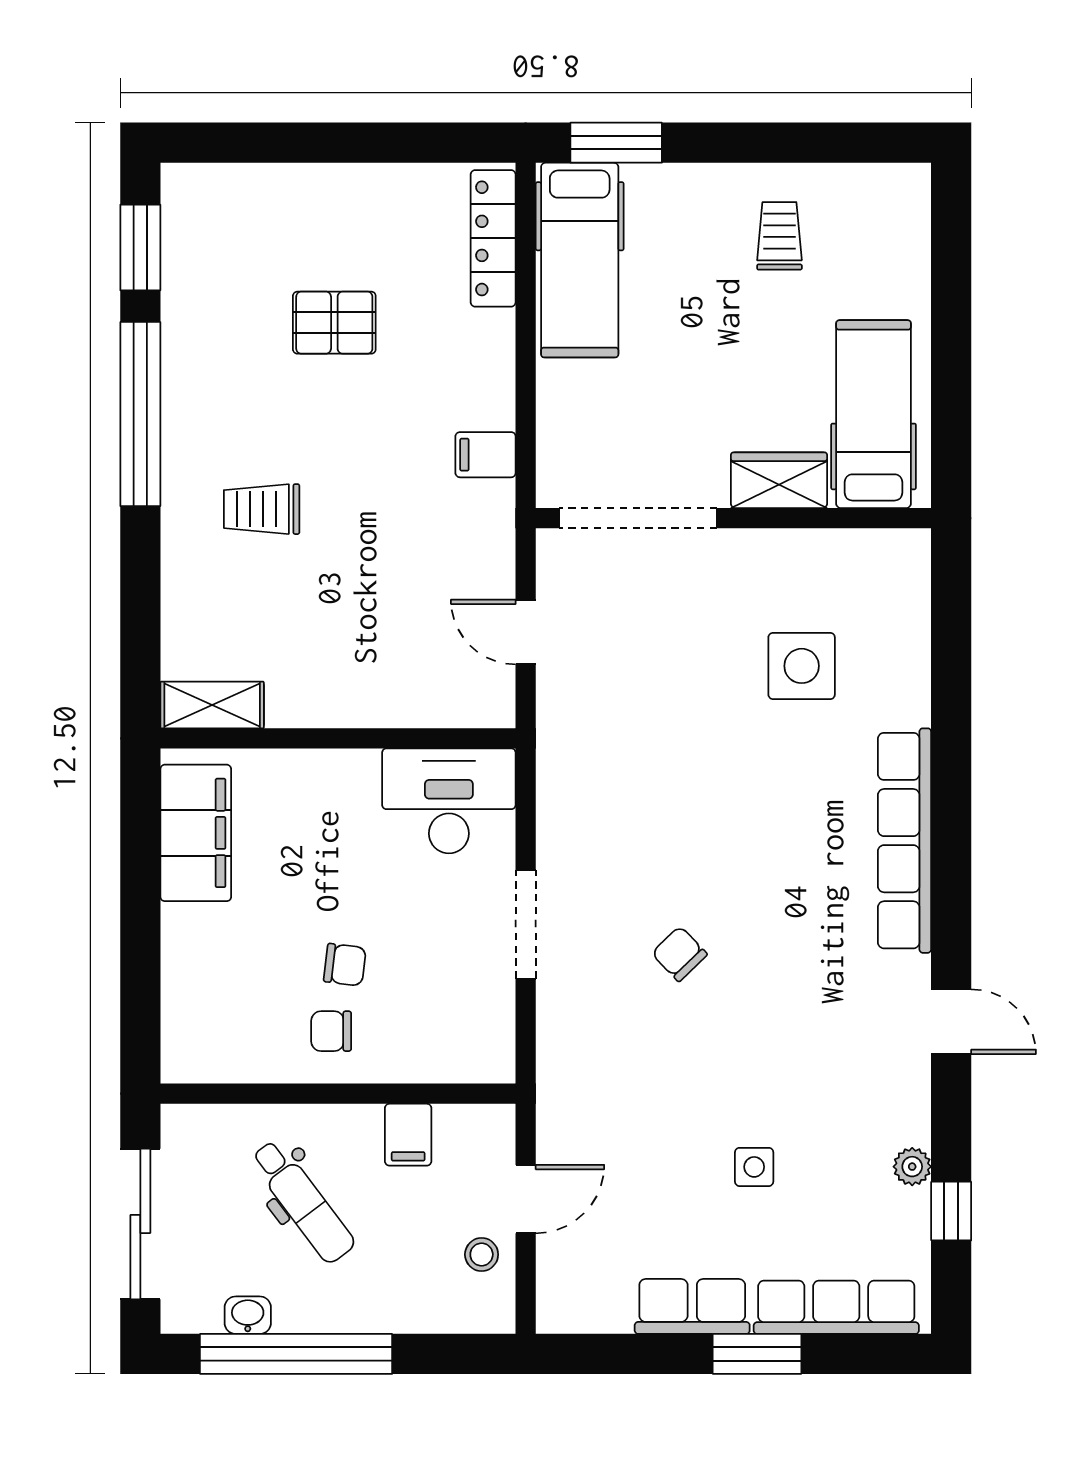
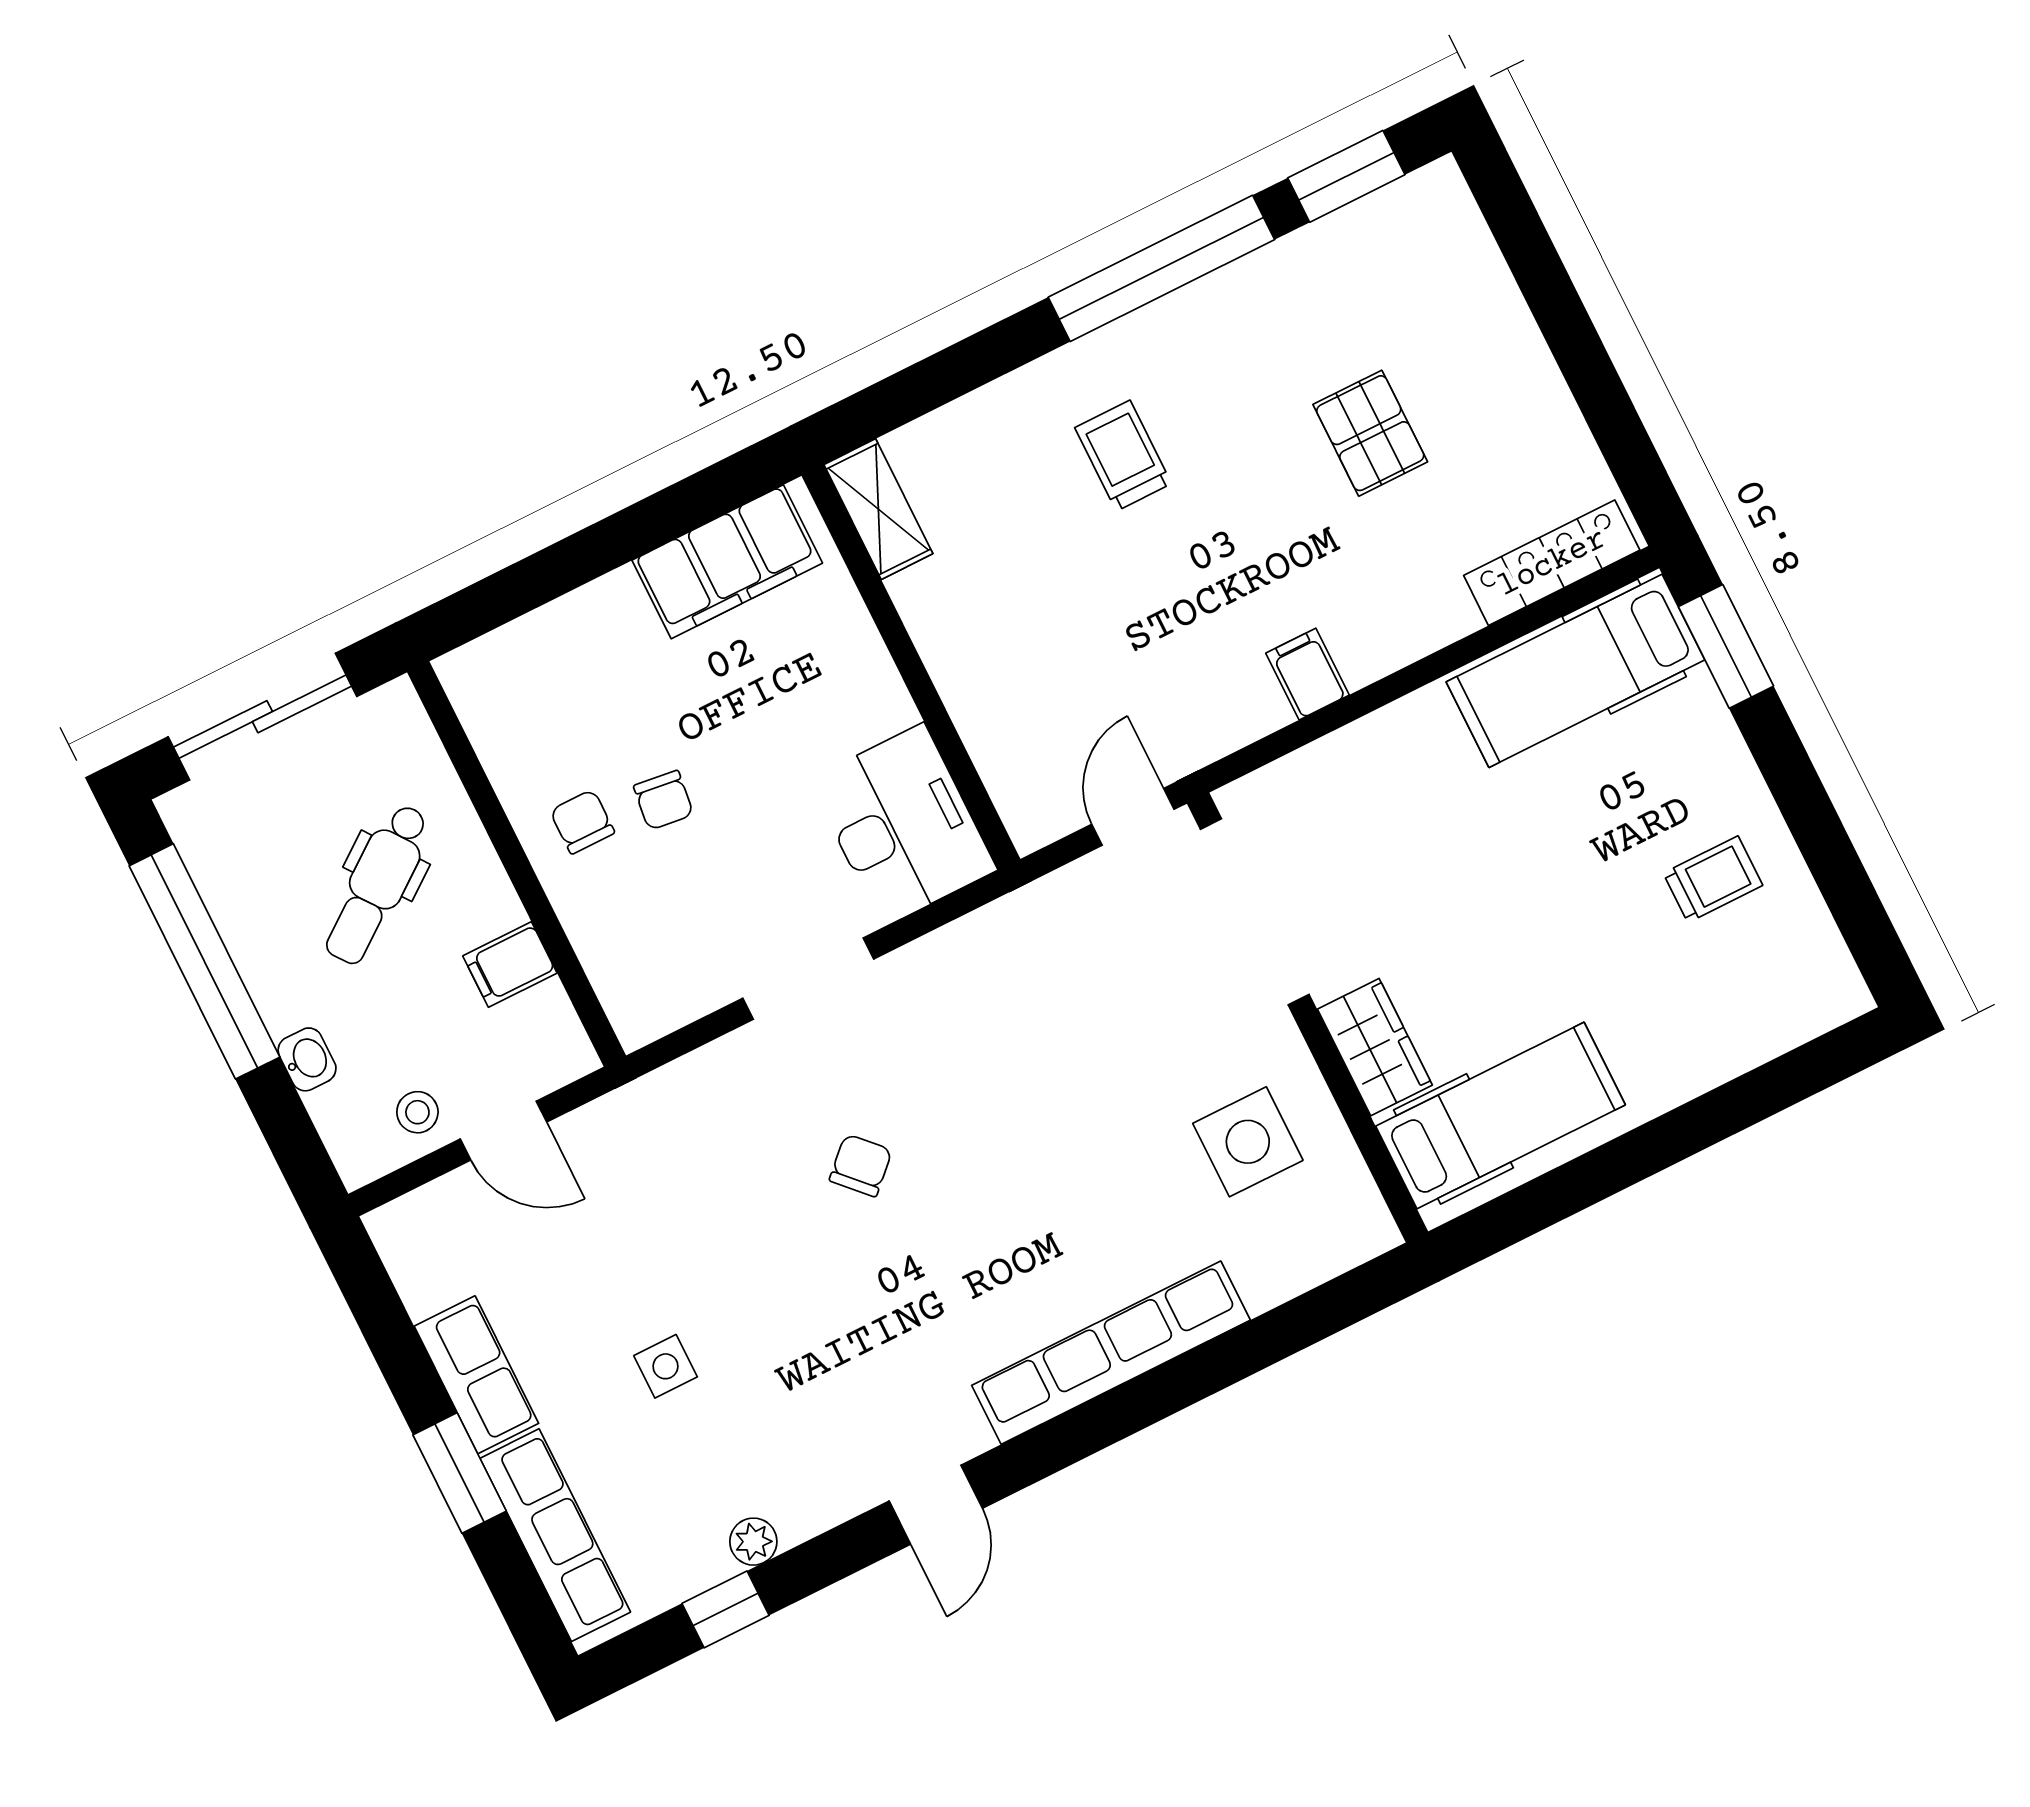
hospital bed: (874, 414) -> (1500, 1115), moved
wardrobe: (779, 480) -> (1375, 1047), moved
doorway: (638, 518) -> (1255, 912), moved
wall: (733, 518) -> (1308, 1018), moved
washbasin: (248, 1315) -> (307, 1059), moved

